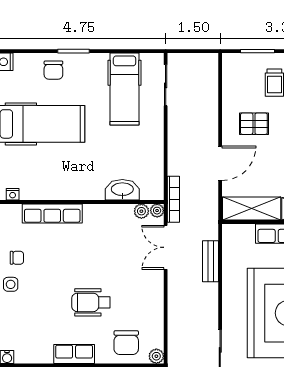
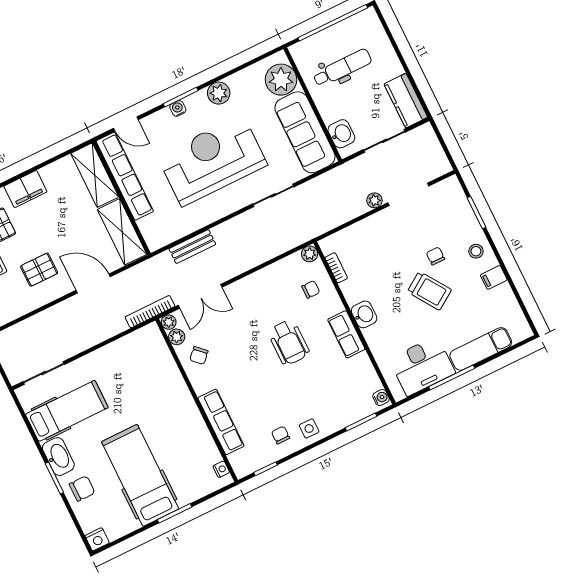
pallet: (254, 124) -> (39, 270), turned 90
washbasin: (122, 190) -> (58, 457), moved, turned 180
chair: (117, 222) -> (199, 356), added
chair: (126, 343) -> (311, 289), width x0.54, depth x0.54

